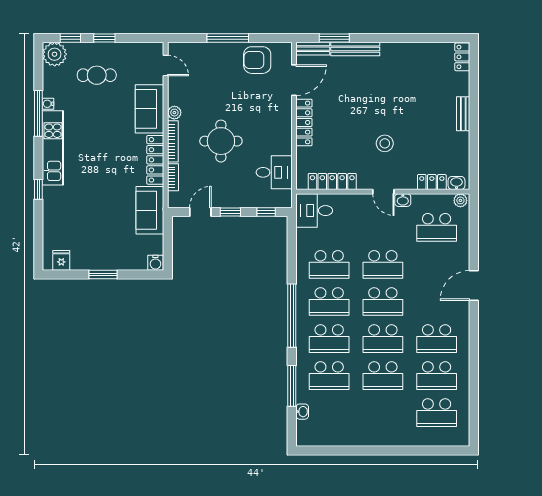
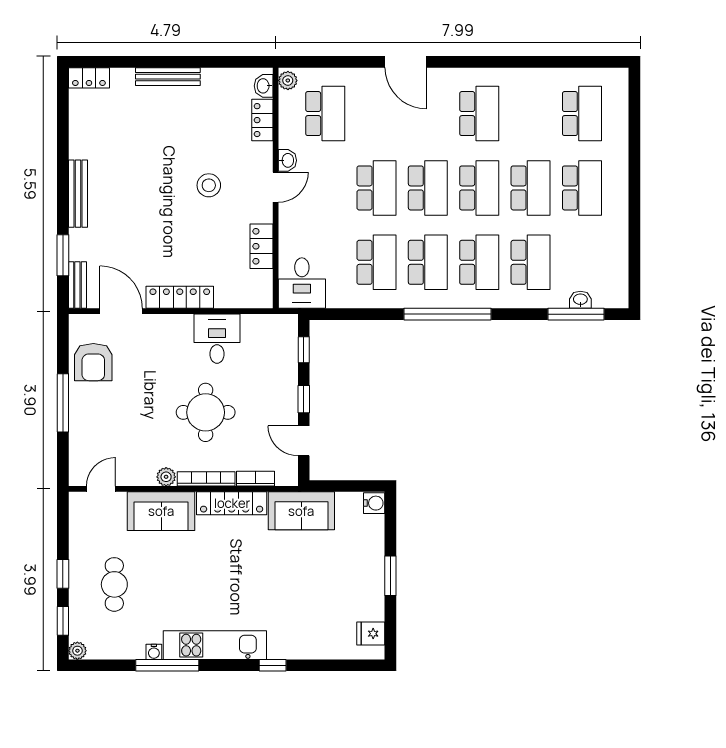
bench: (355, 49) -> (78, 194), moved
plant: (55, 54) -> (77, 651), width x0.53, depth x0.53
bench: (463, 114) -> (168, 77), width x1.36
desk: (274, 172) -> (217, 339), moved
locker: (332, 181) -> (262, 246), width x0.66
school desk: (437, 376) -> (582, 188), moved
window: (292, 386) -> (576, 314), moved

